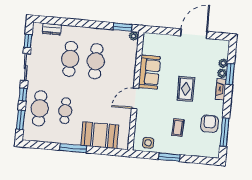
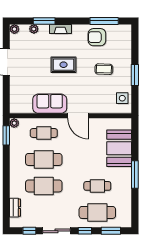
cafe table: (121, 64) -> (44, 133), added
plant: (222, 73) -> (14, 29), moved

